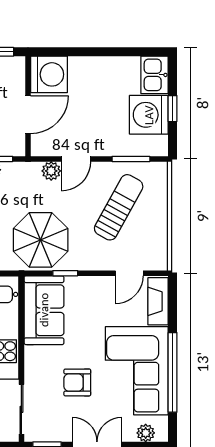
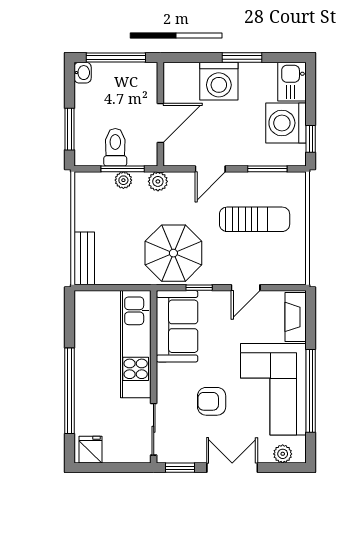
window: (107, 52) -> (242, 57), added
washing machine: (49, 74) -> (219, 81), moved, turned 90
window: (173, 109) -> (311, 139), moved
plant: (51, 171) -> (158, 181), moved
sun lounger: (119, 207) -> (255, 219), turned 61
door: (129, 273) -> (246, 288), moved

